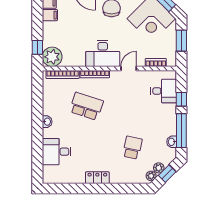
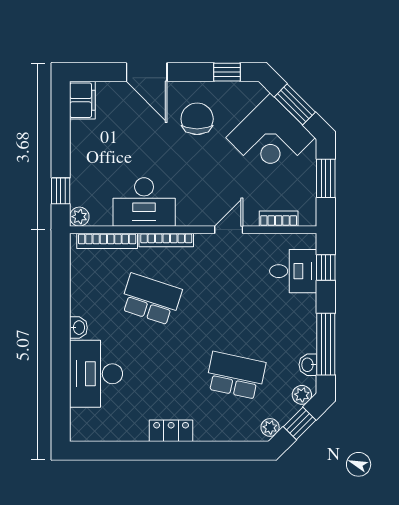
filing cabinet: (50, 15) -> (84, 131), removed
desk: (103, 53) -> (144, 202), moved
plant: (52, 57) -> (79, 217), width x0.53, depth x0.53
window: (181, 99) -> (326, 268), moved
school desk: (132, 148) -> (236, 375), width x1.85
desk: (57, 152) -> (96, 374), width x1.37
plant: (159, 168) -> (302, 395), moved

